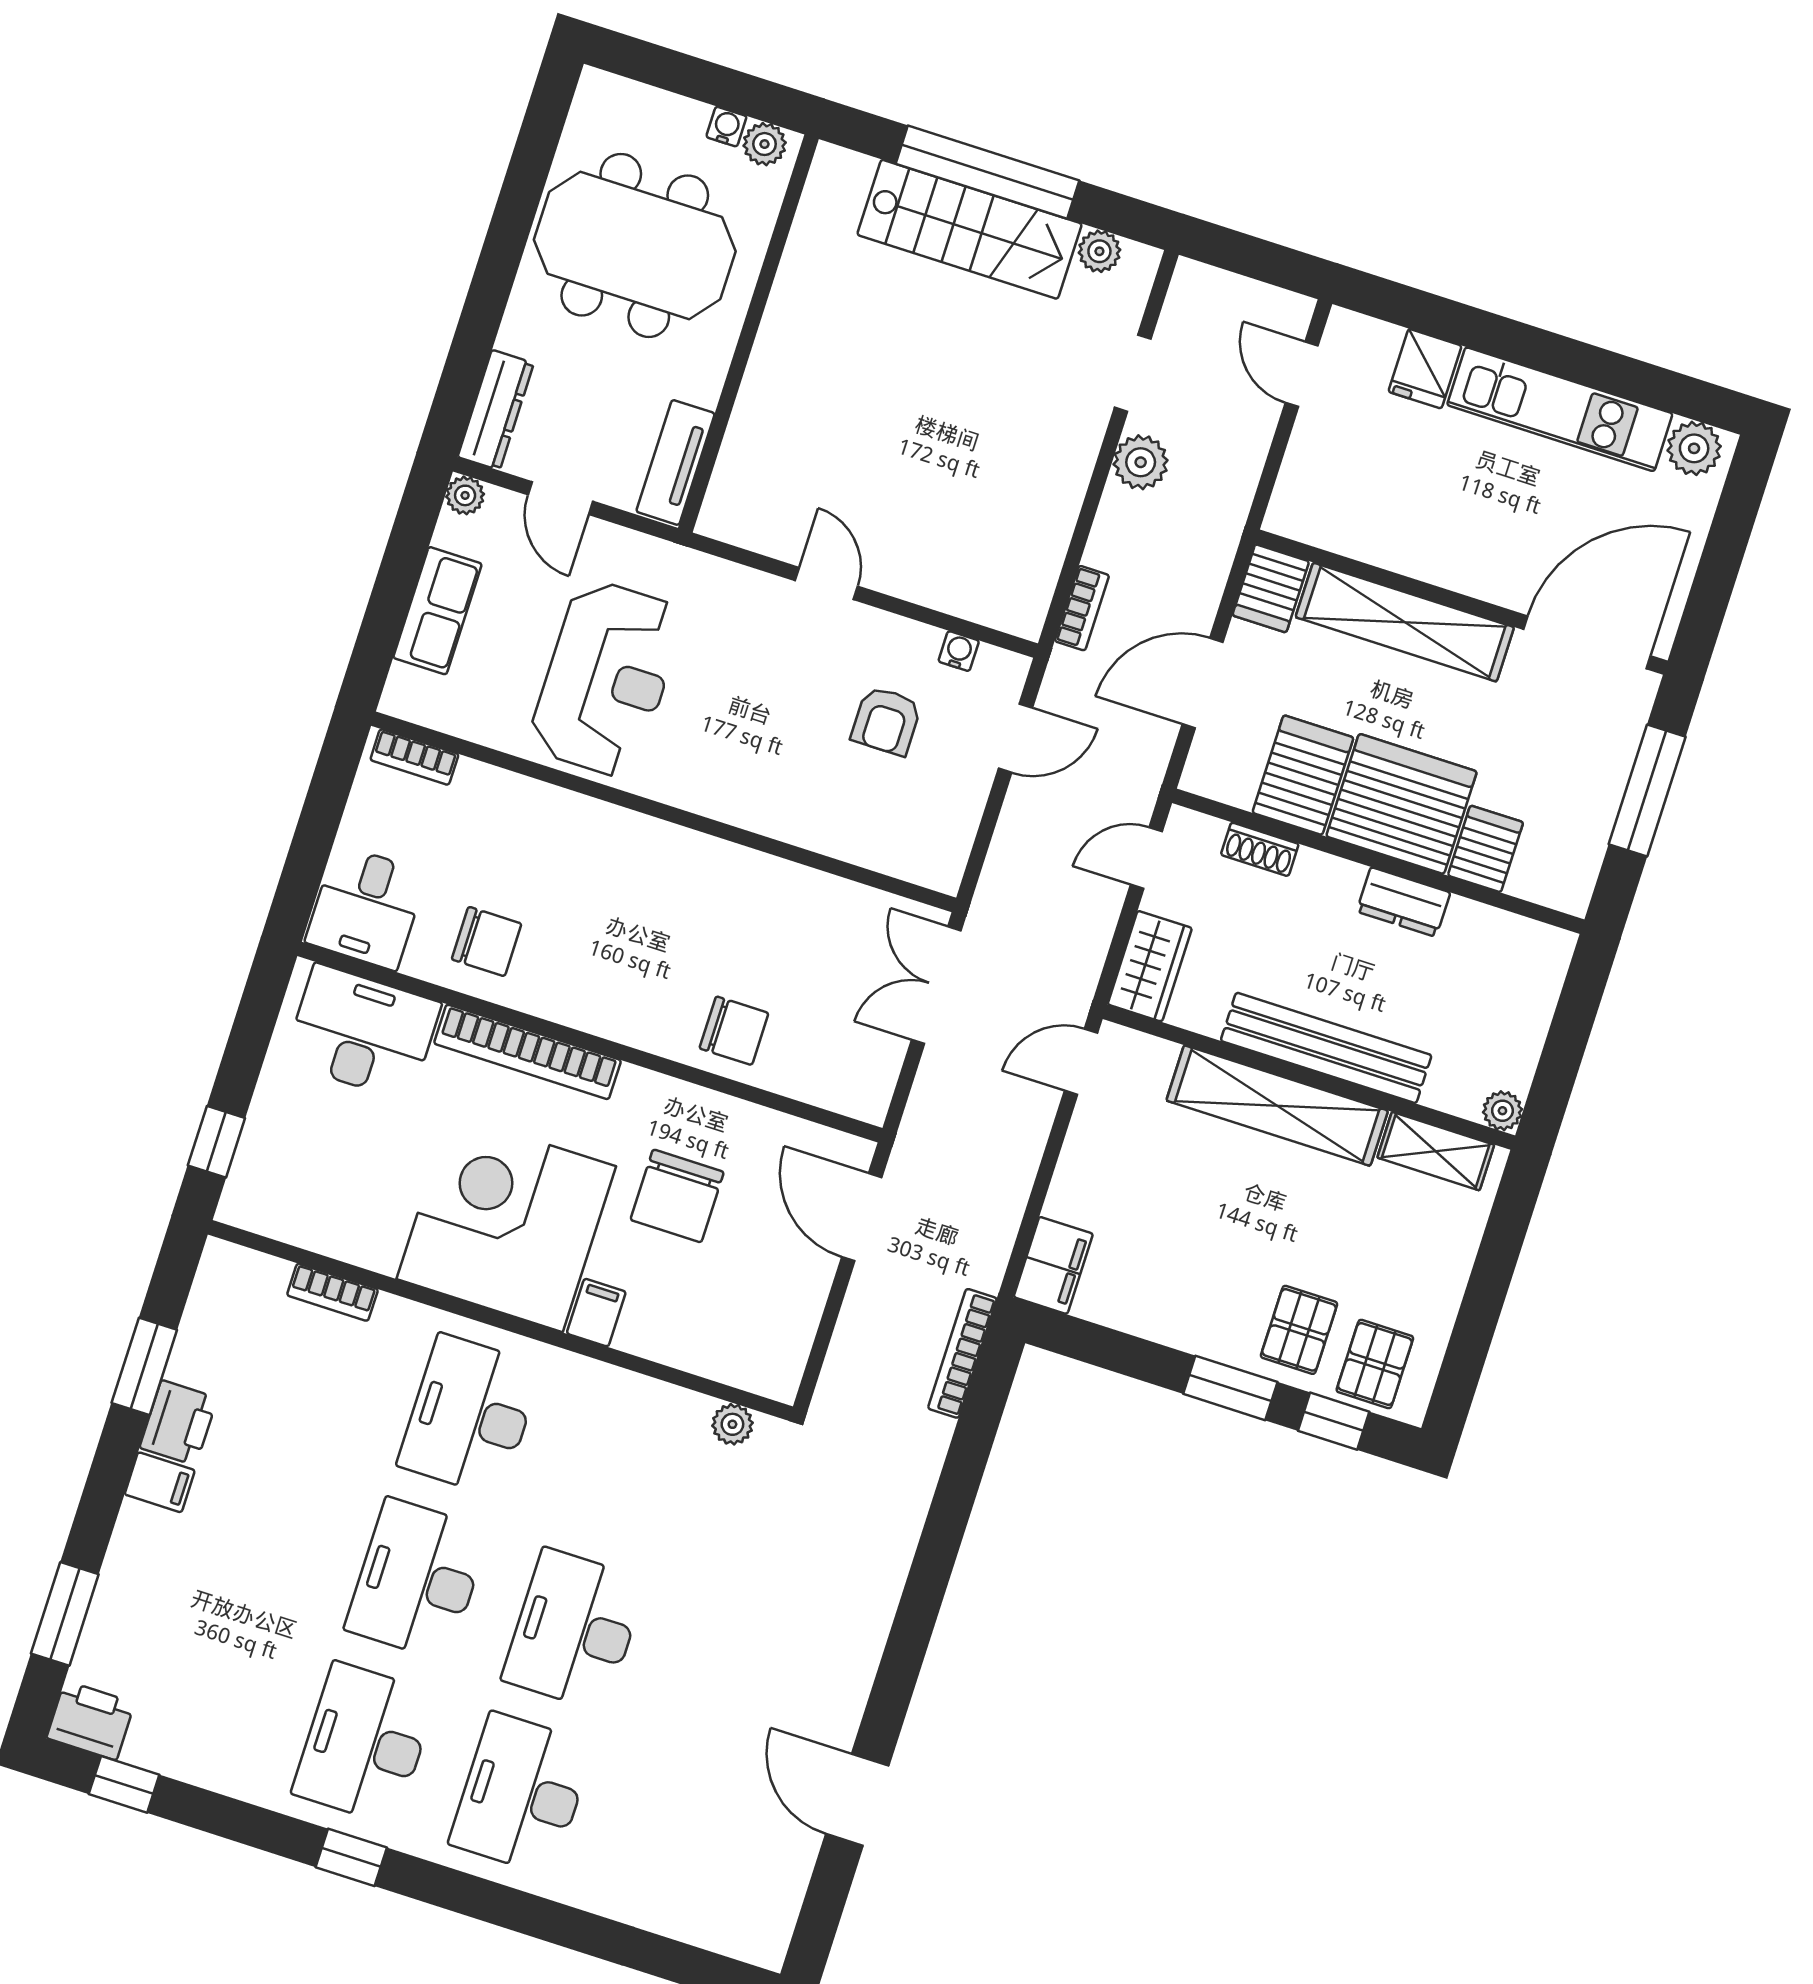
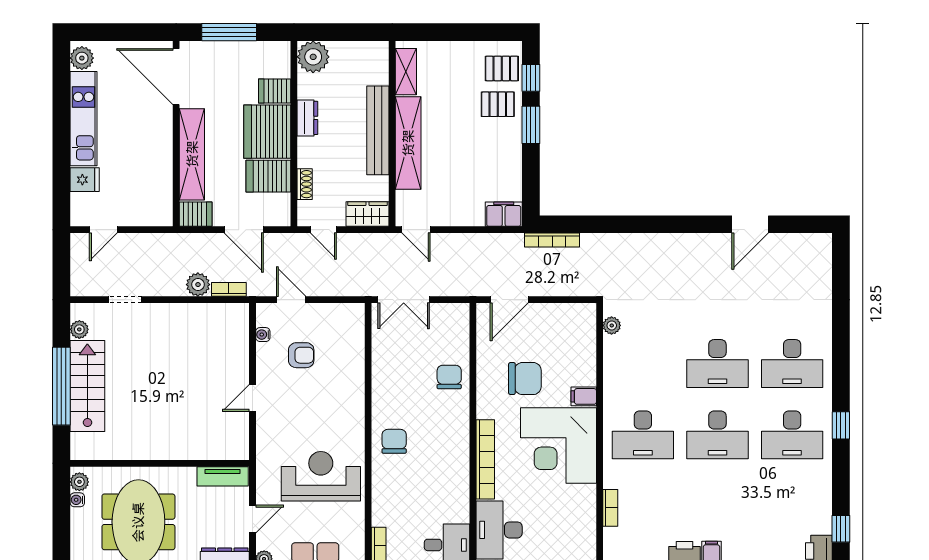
plant: (1141, 462) -> (198, 285), moved
chair: (487, 942) -> (394, 441), moved
plant: (1502, 1111) -> (313, 57), moved, width x1.87, depth x1.87

